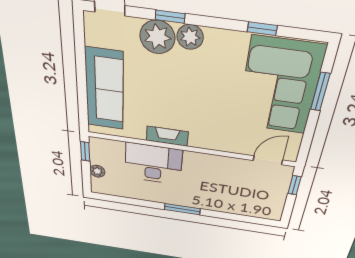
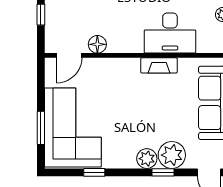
floor lamp: (234, 166) -> (97, 44), added
window: (295, 185) -> (41, 15), moved

